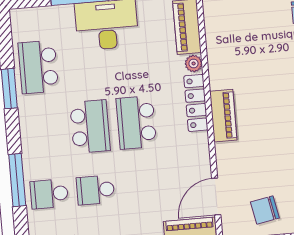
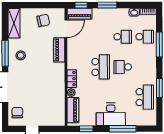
locker: (196, 103) -> (72, 79), width x0.66
piano: (223, 116) -> (59, 50), moved
school desk: (90, 126) -> (123, 67), width x0.54

